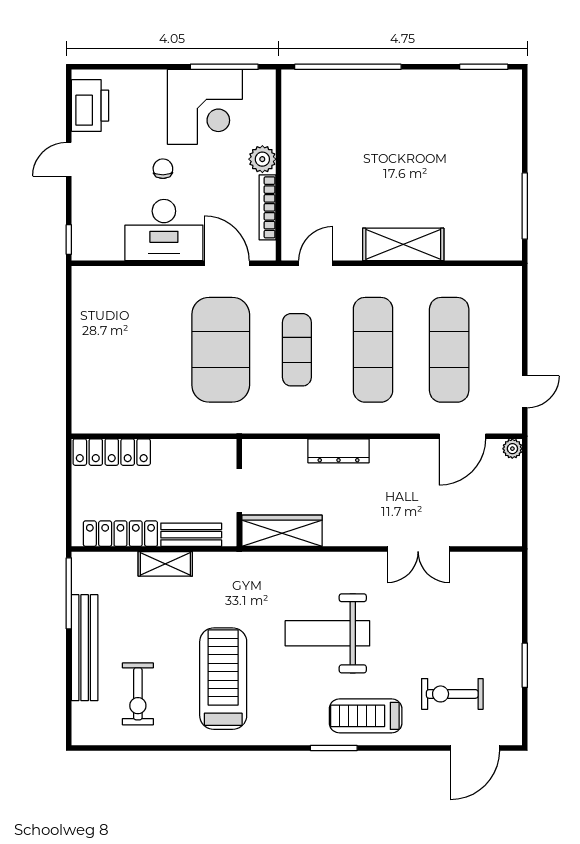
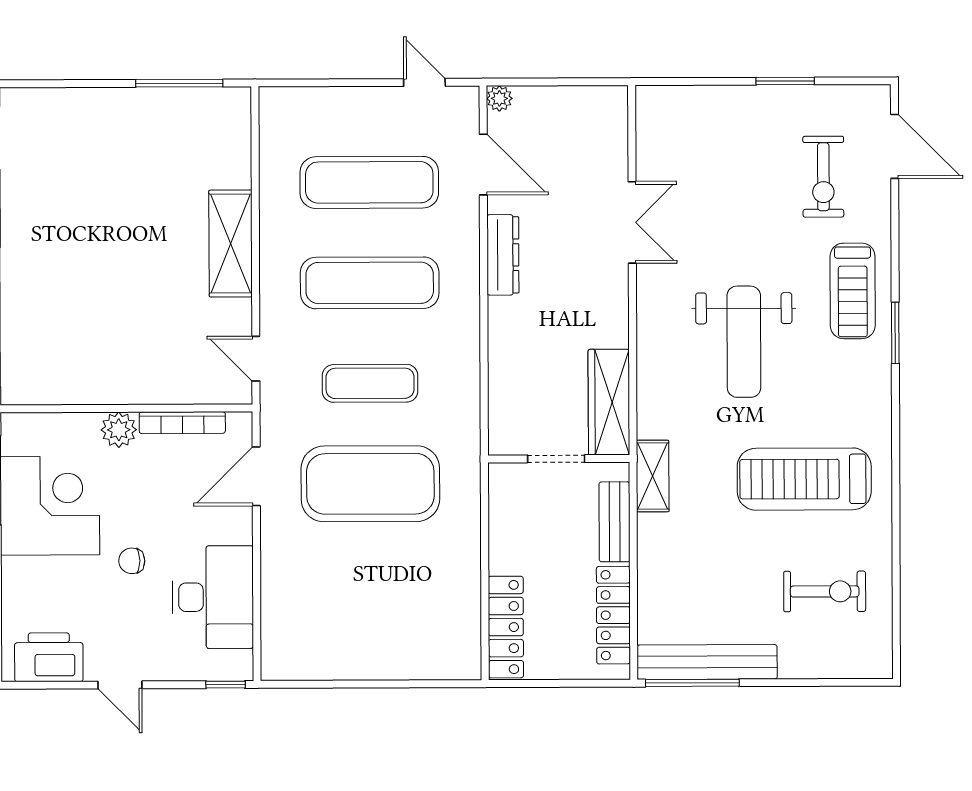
desk: (164, 230) -> (213, 597), moved
dresser: (339, 451) -> (503, 255), moved
shelving: (165, 564) -> (653, 476), moved
bench: (85, 648) -> (707, 662), moved

